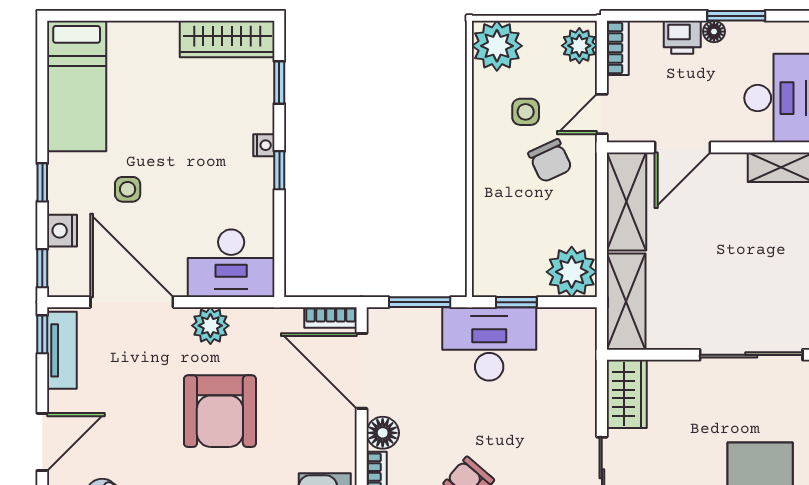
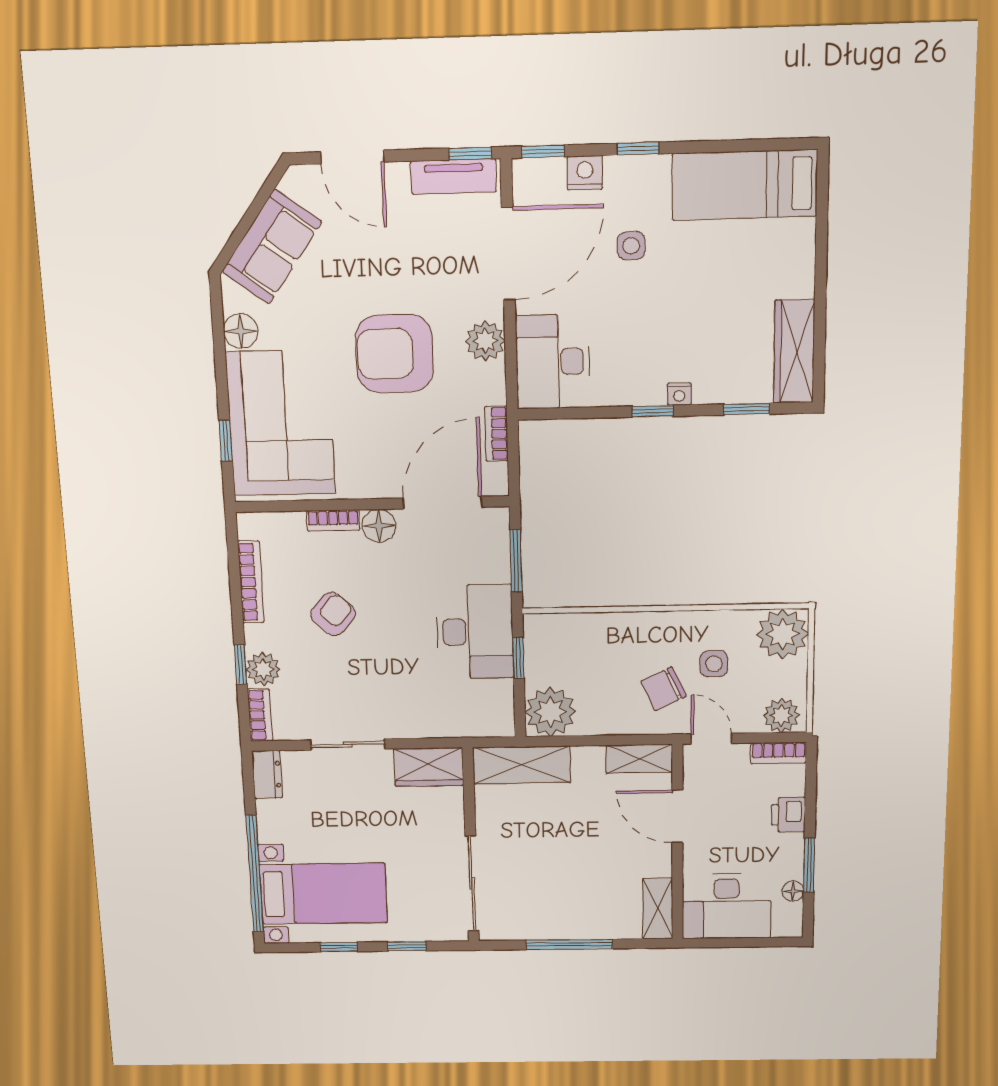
floor lamp: (714, 32) -> (793, 891), moved
shelving: (627, 202) -> (639, 759), width x0.67, depth x0.75
bookcase: (331, 318) -> (496, 434), moved

